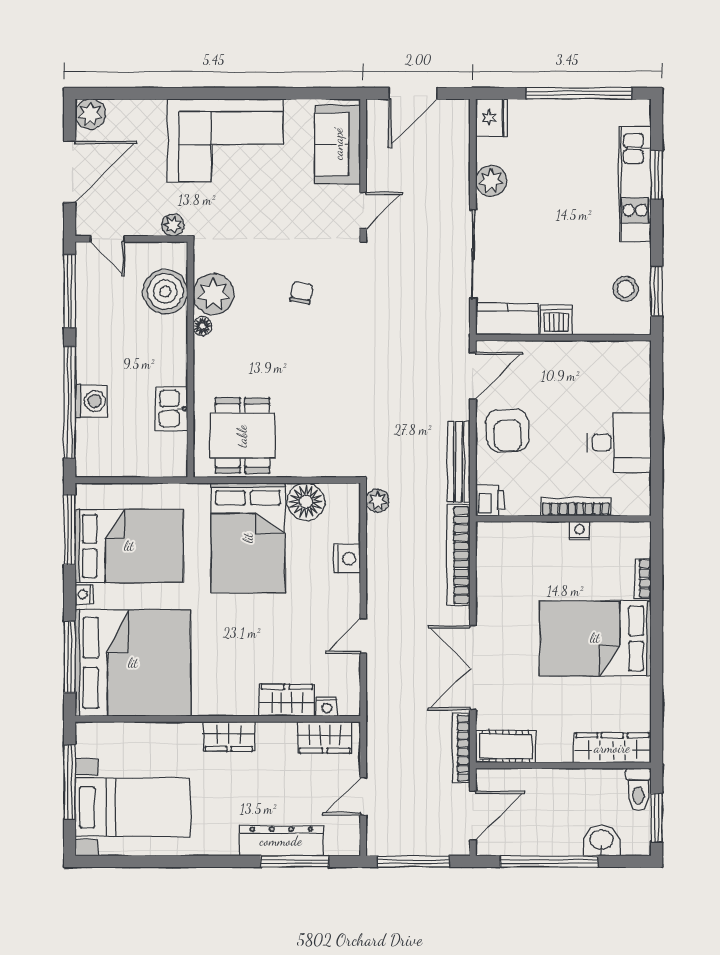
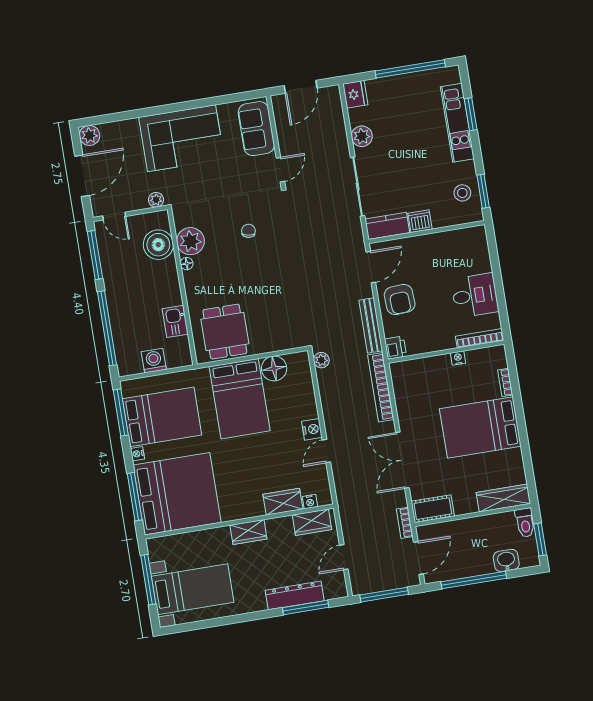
washing machine: (91, 401) -> (154, 361), moved, turned -90
bookcase: (576, 507) -> (480, 338), moved
nightstand: (347, 559) -> (312, 429), moved
bookcase: (461, 748) -> (405, 523), width x0.64

